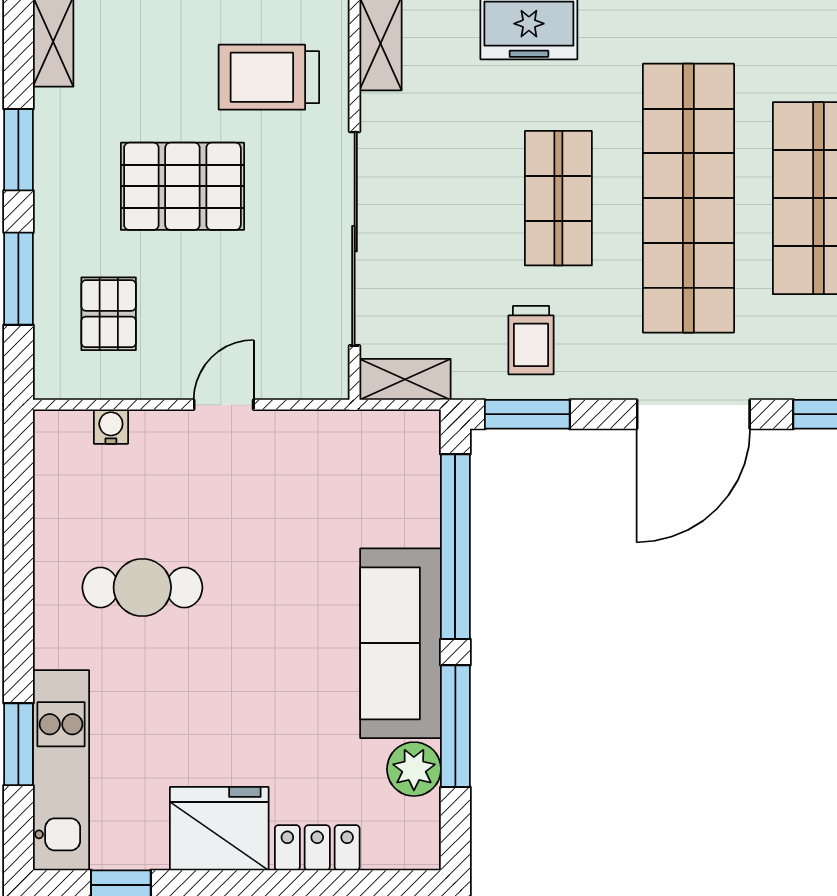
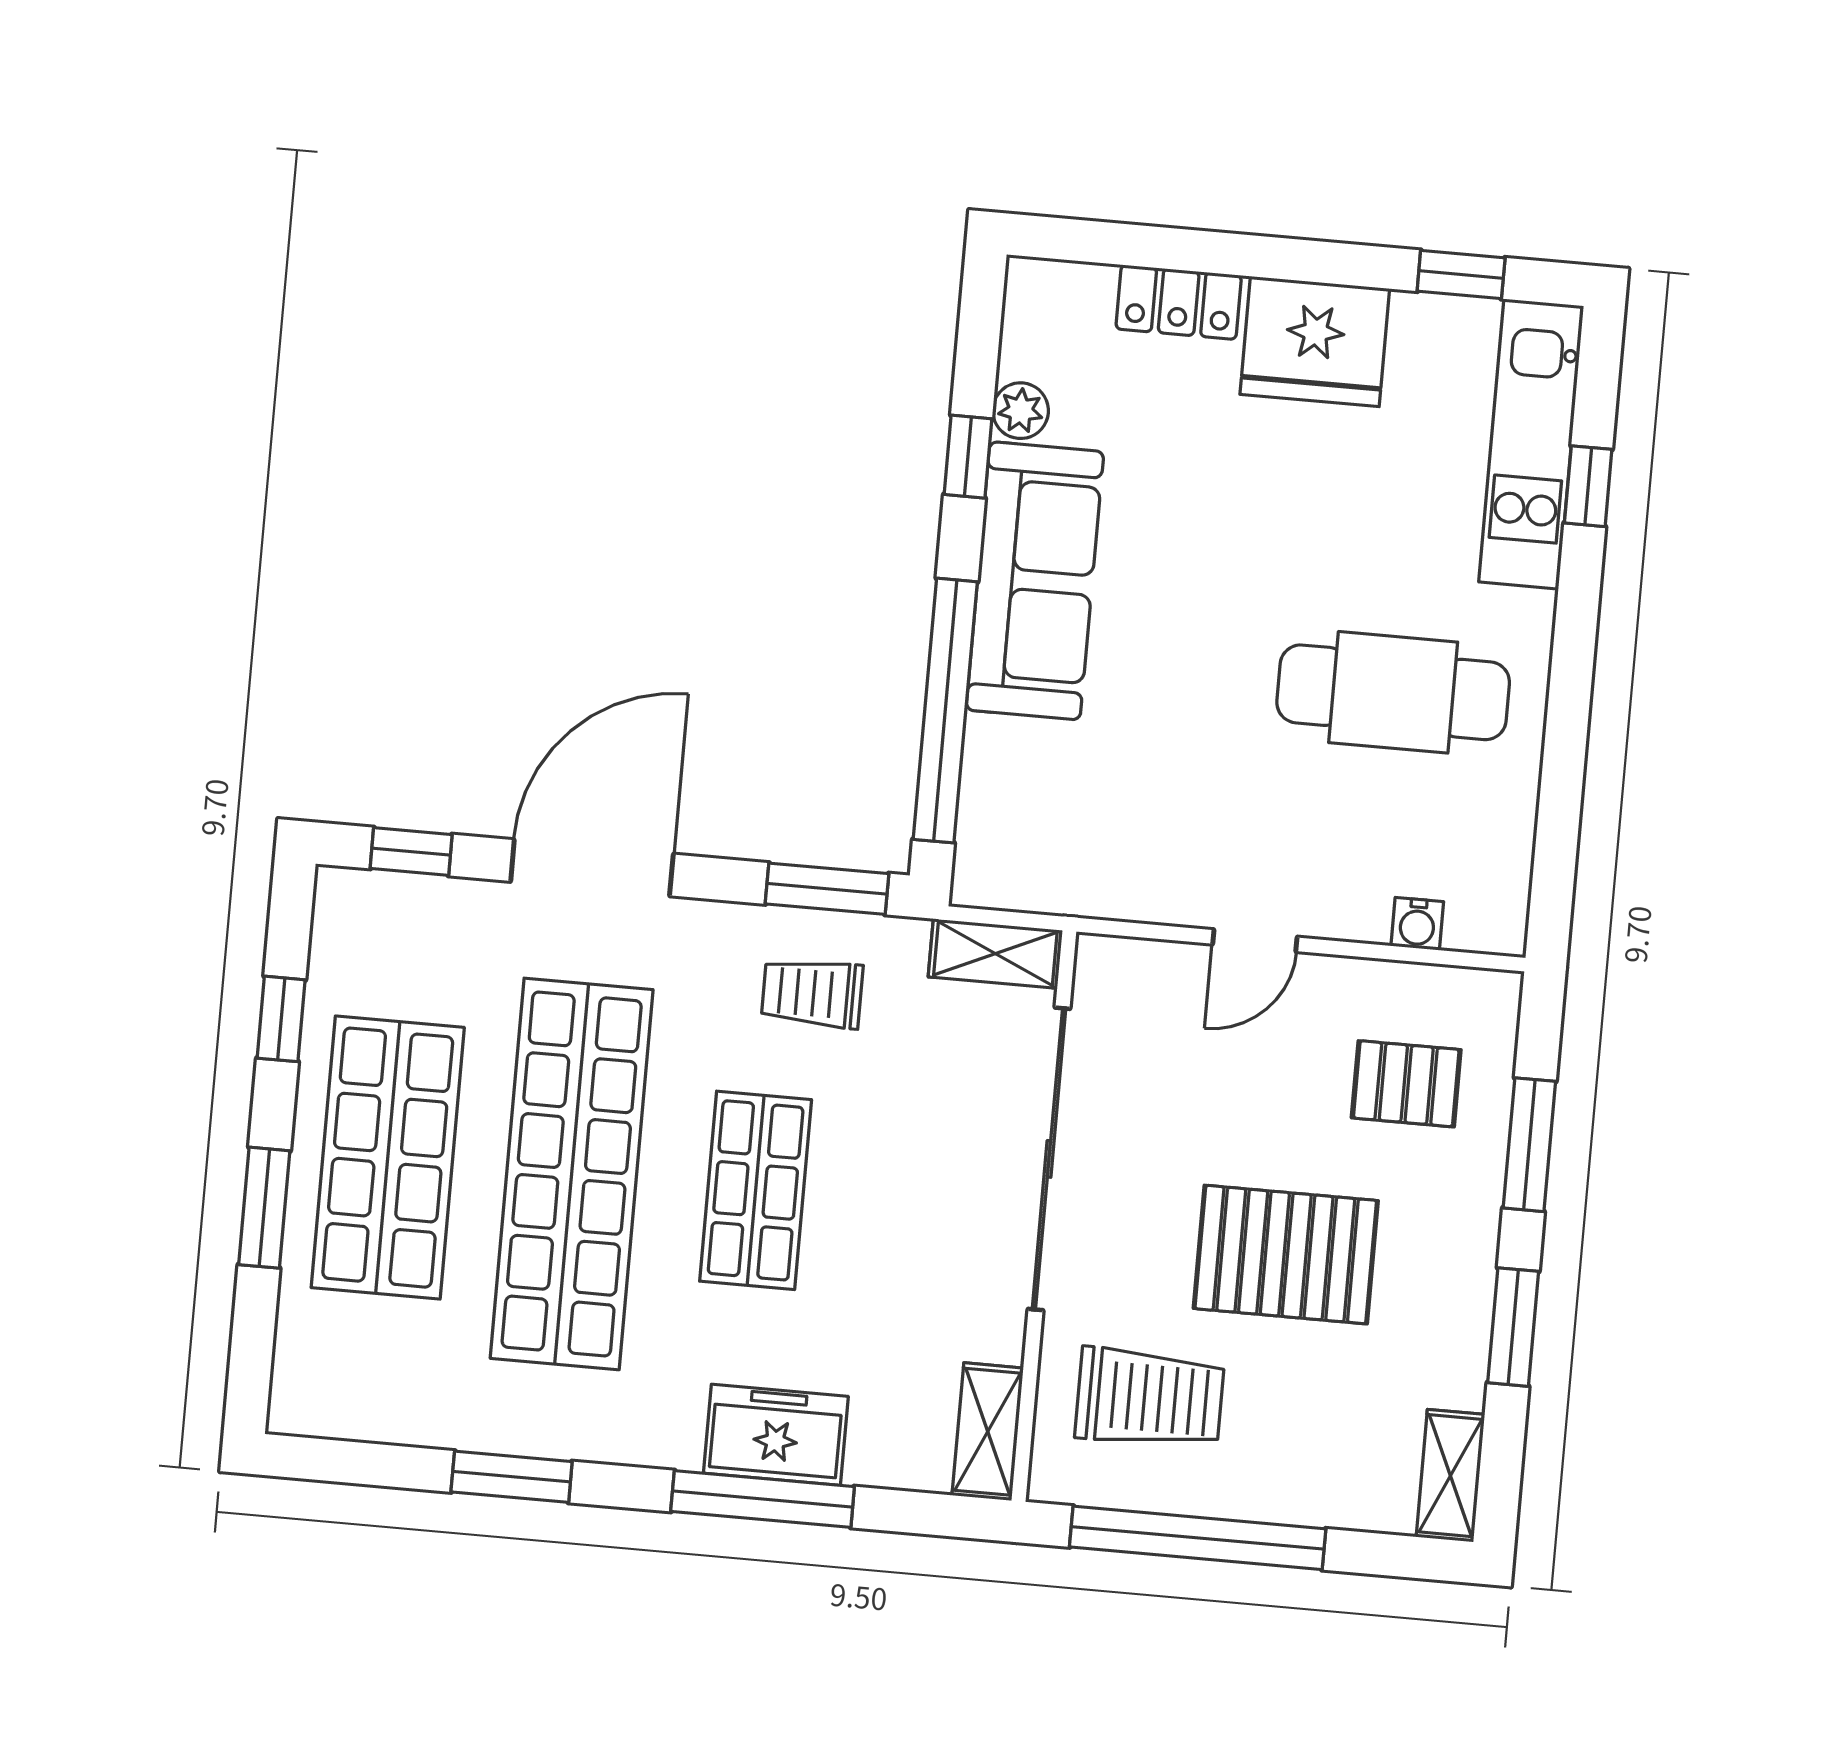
pallet: (109, 314) -> (1406, 1084), turned 90
trolley: (531, 340) -> (812, 993), turned -90
cafe table: (142, 587) -> (1393, 692), width x1.37, depth x1.35
window: (455, 726) -> (968, 457), width x0.46
window: (18, 744) -> (1588, 486), width x0.67
plant: (414, 769) -> (1021, 411), width x0.73, depth x0.73

